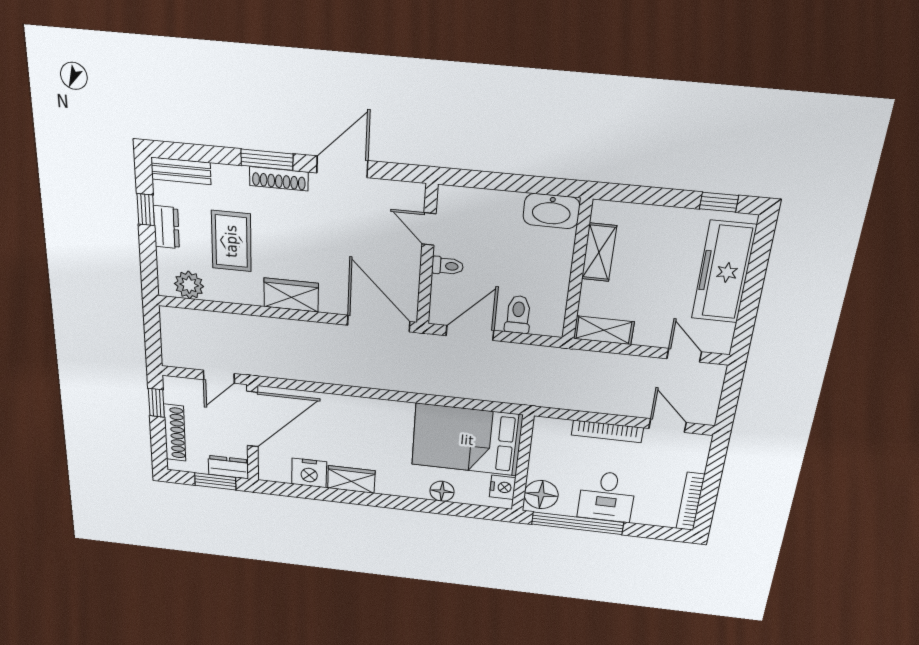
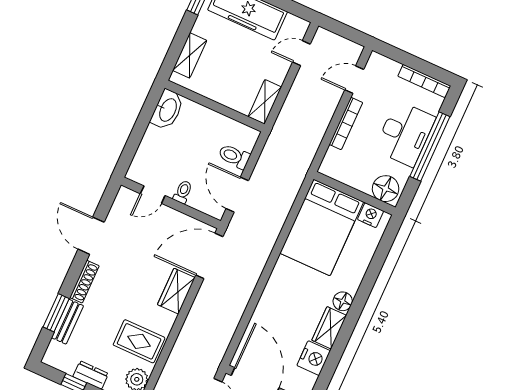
window: (267, 160) -> (56, 313), moved
bench: (181, 171) -> (67, 322), moved
rug: (231, 241) -> (139, 341), moved
shelving: (599, 252) -> (190, 55), moved, turned 90
wardrobe: (291, 295) -> (176, 291), moved
floor lamp: (442, 491) -> (343, 301), moved
desk: (607, 497) -> (405, 134), width x1.37
window: (578, 523) -> (430, 146), moved

